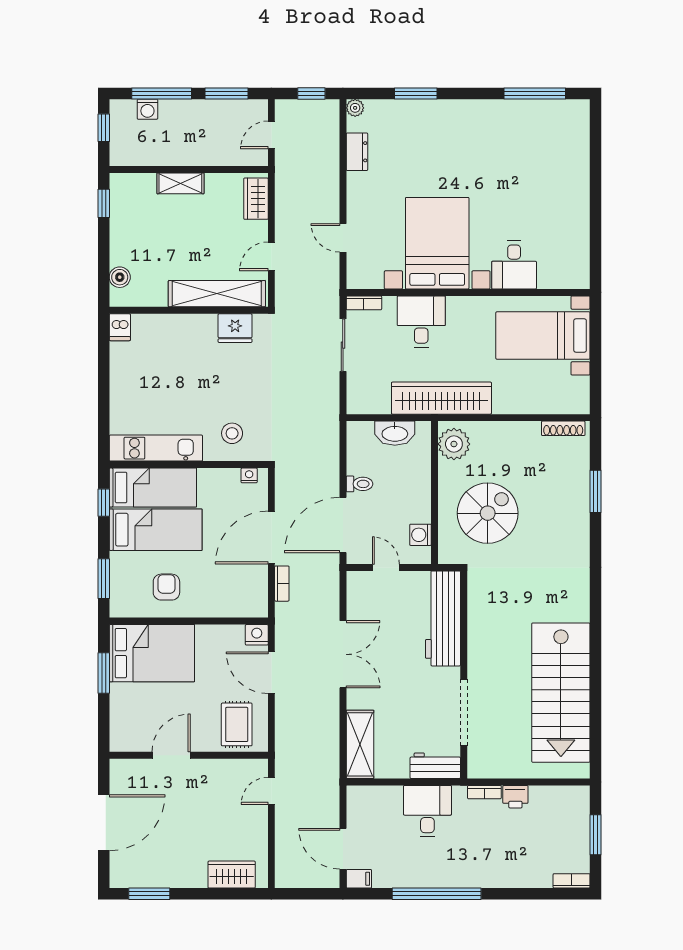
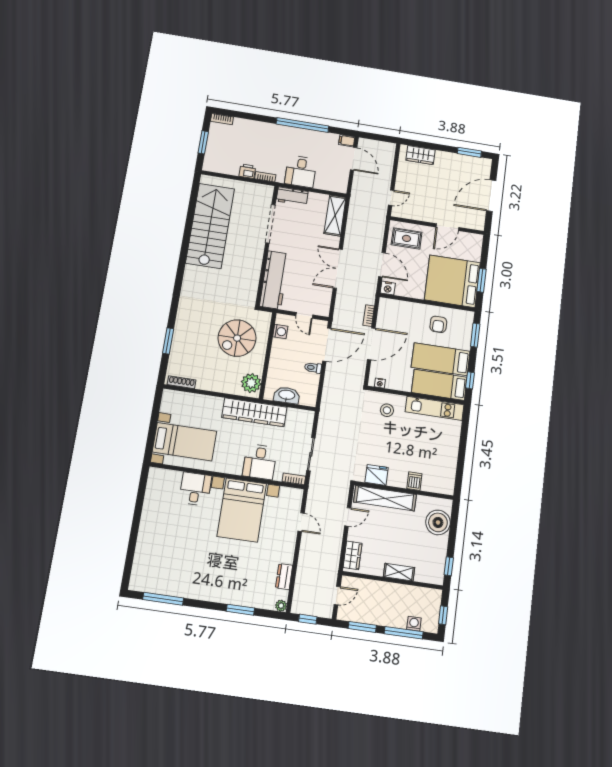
boiler: (120, 277) -> (438, 522), width x1.86, depth x1.86
dishwasher: (120, 327) -> (414, 481), moved
bed: (152, 653) -> (452, 281), width x1.36
rug: (237, 724) -> (407, 238), turned 90

